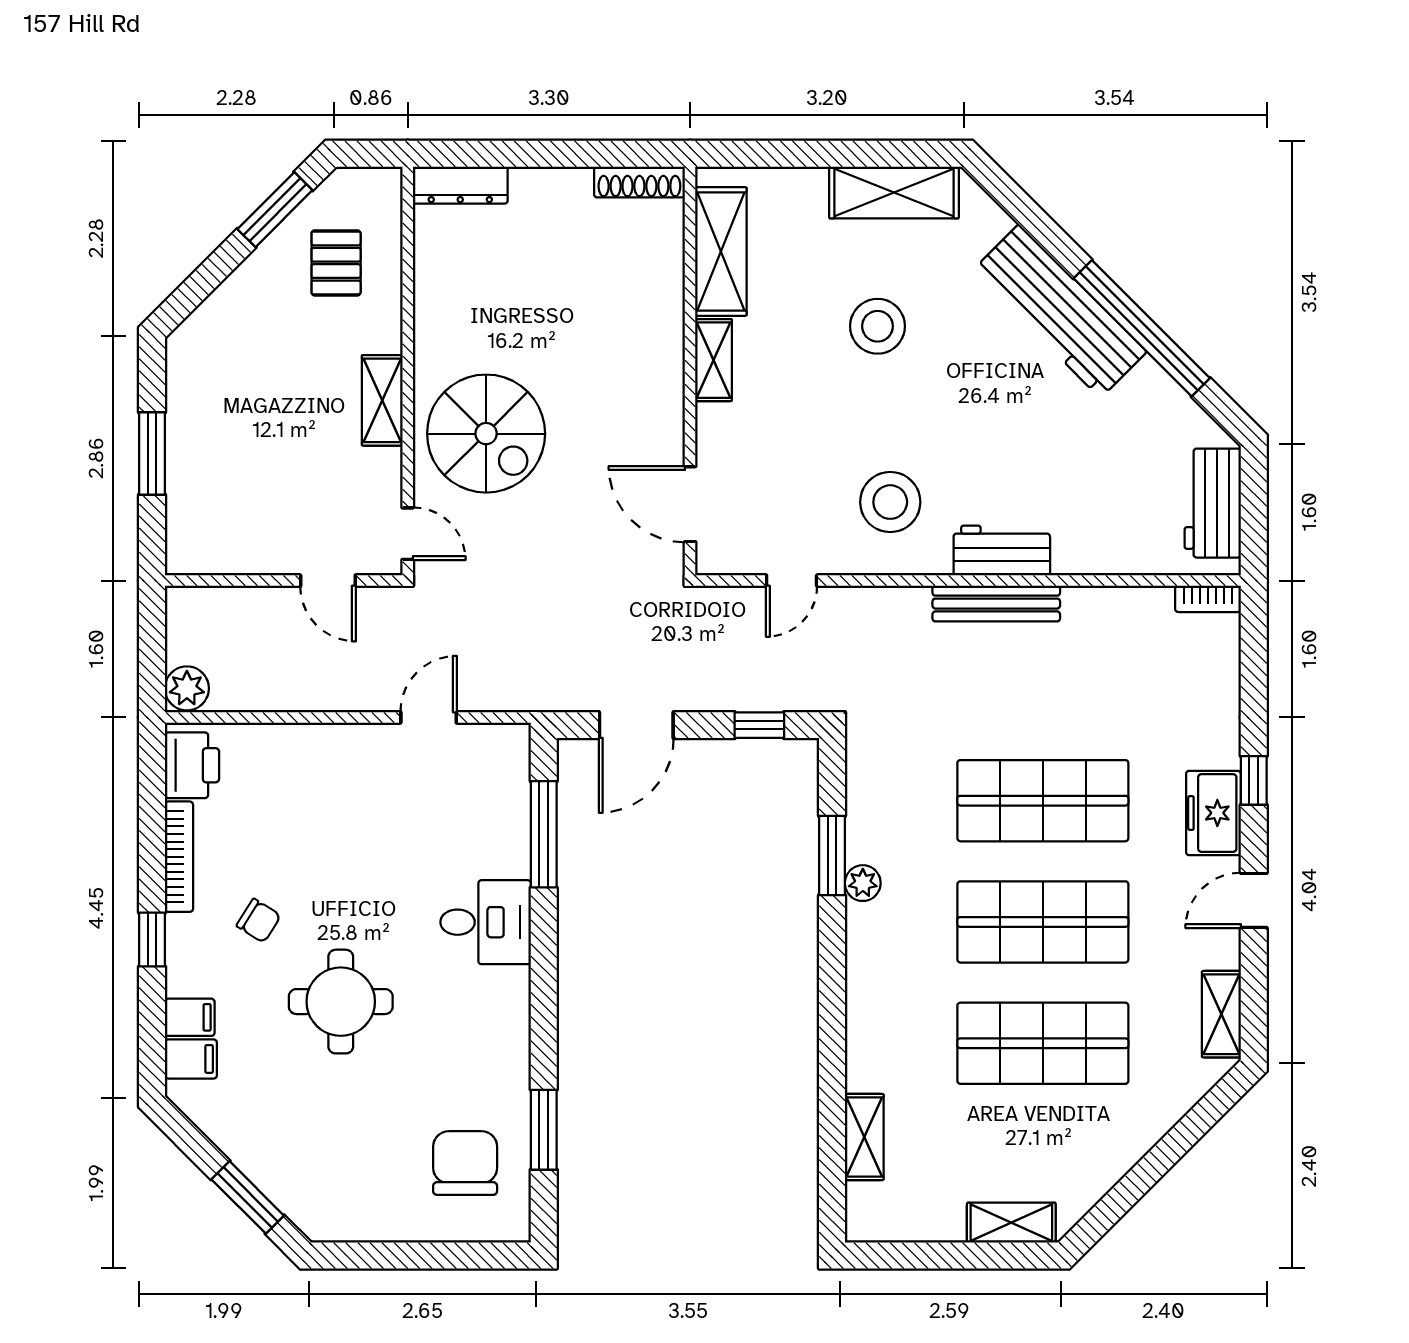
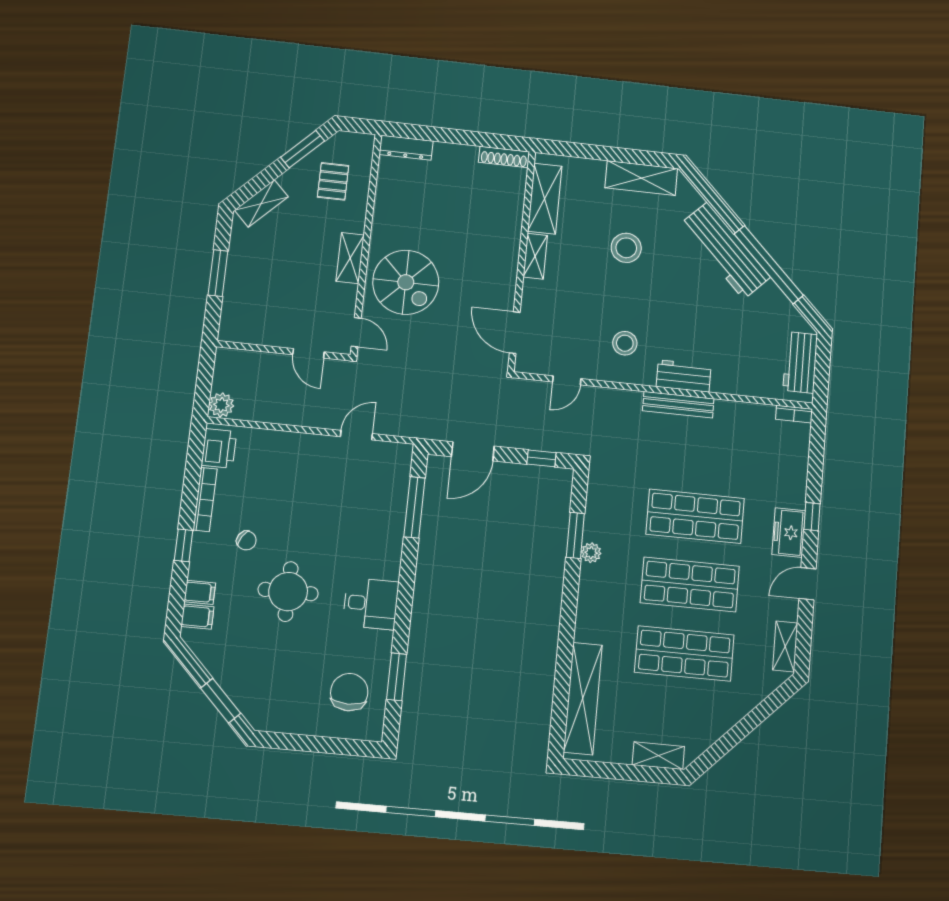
shelving: (213, 318) -> (261, 203), added
stool: (890, 502) -> (625, 343), width x0.73, depth x0.73
desk: (486, 922) -> (371, 604), moved
shelving: (864, 1137) -> (583, 698), width x2.20, depth x1.33

